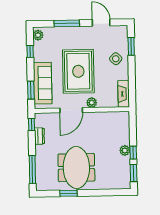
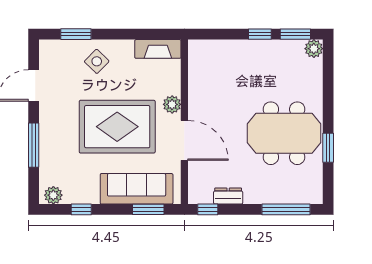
plant: (125, 150) -> (314, 49), moved

